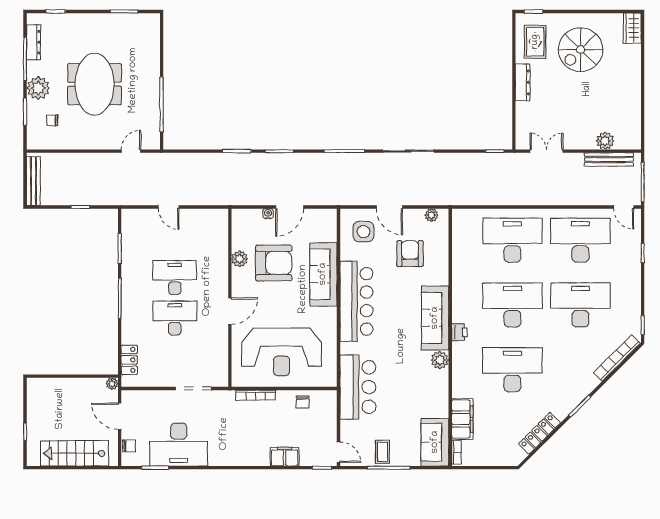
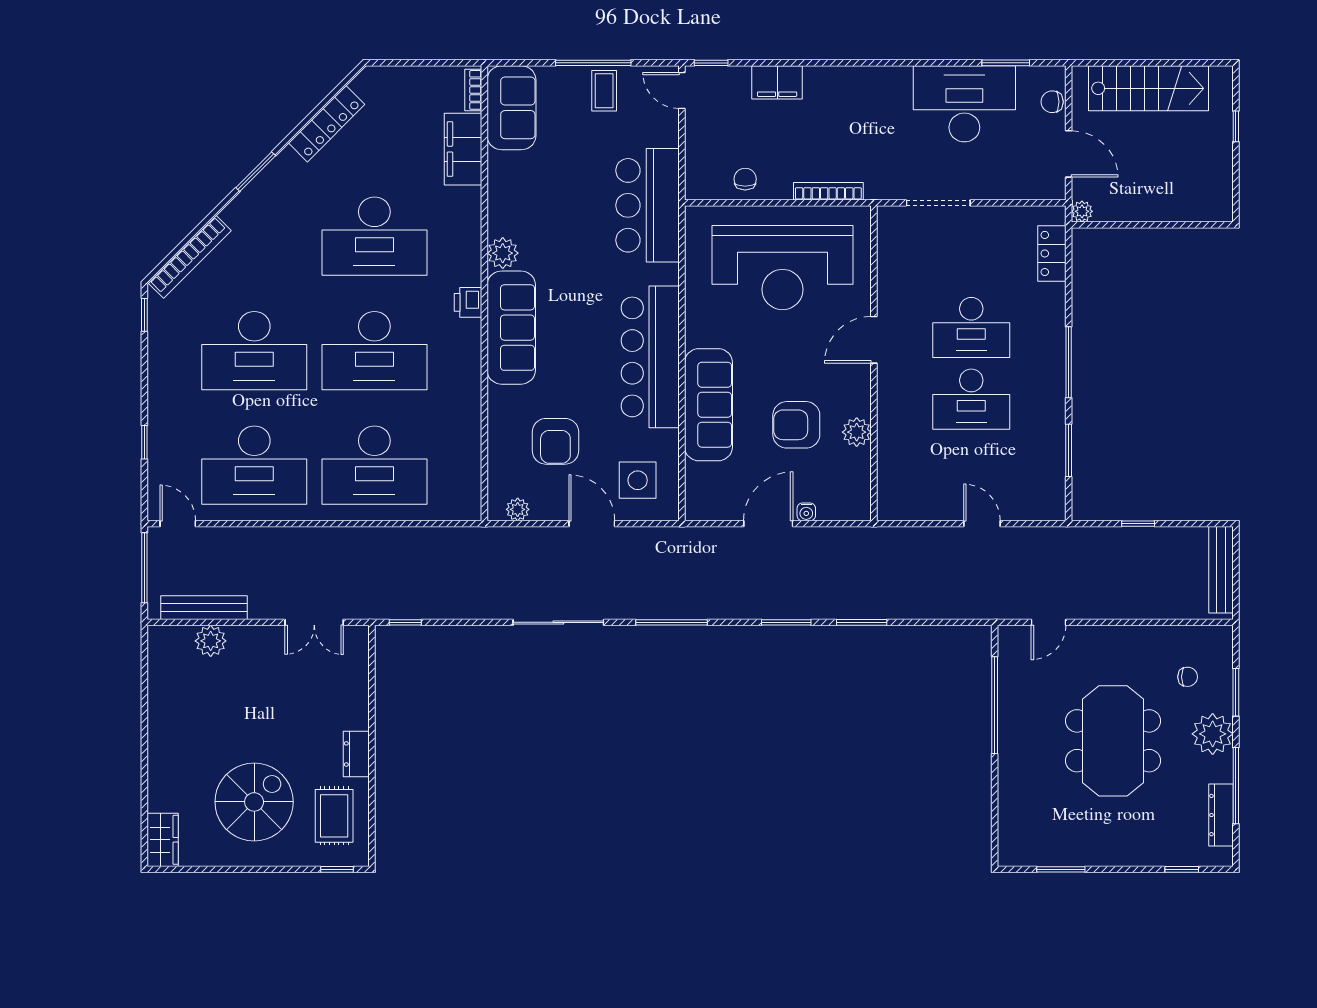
dresser: (523, 82) -> (356, 754), width x0.70
armchair: (274, 263) -> (796, 425), width x0.73, depth x0.73
reception desk: (282, 352) -> (783, 268), turned 180

